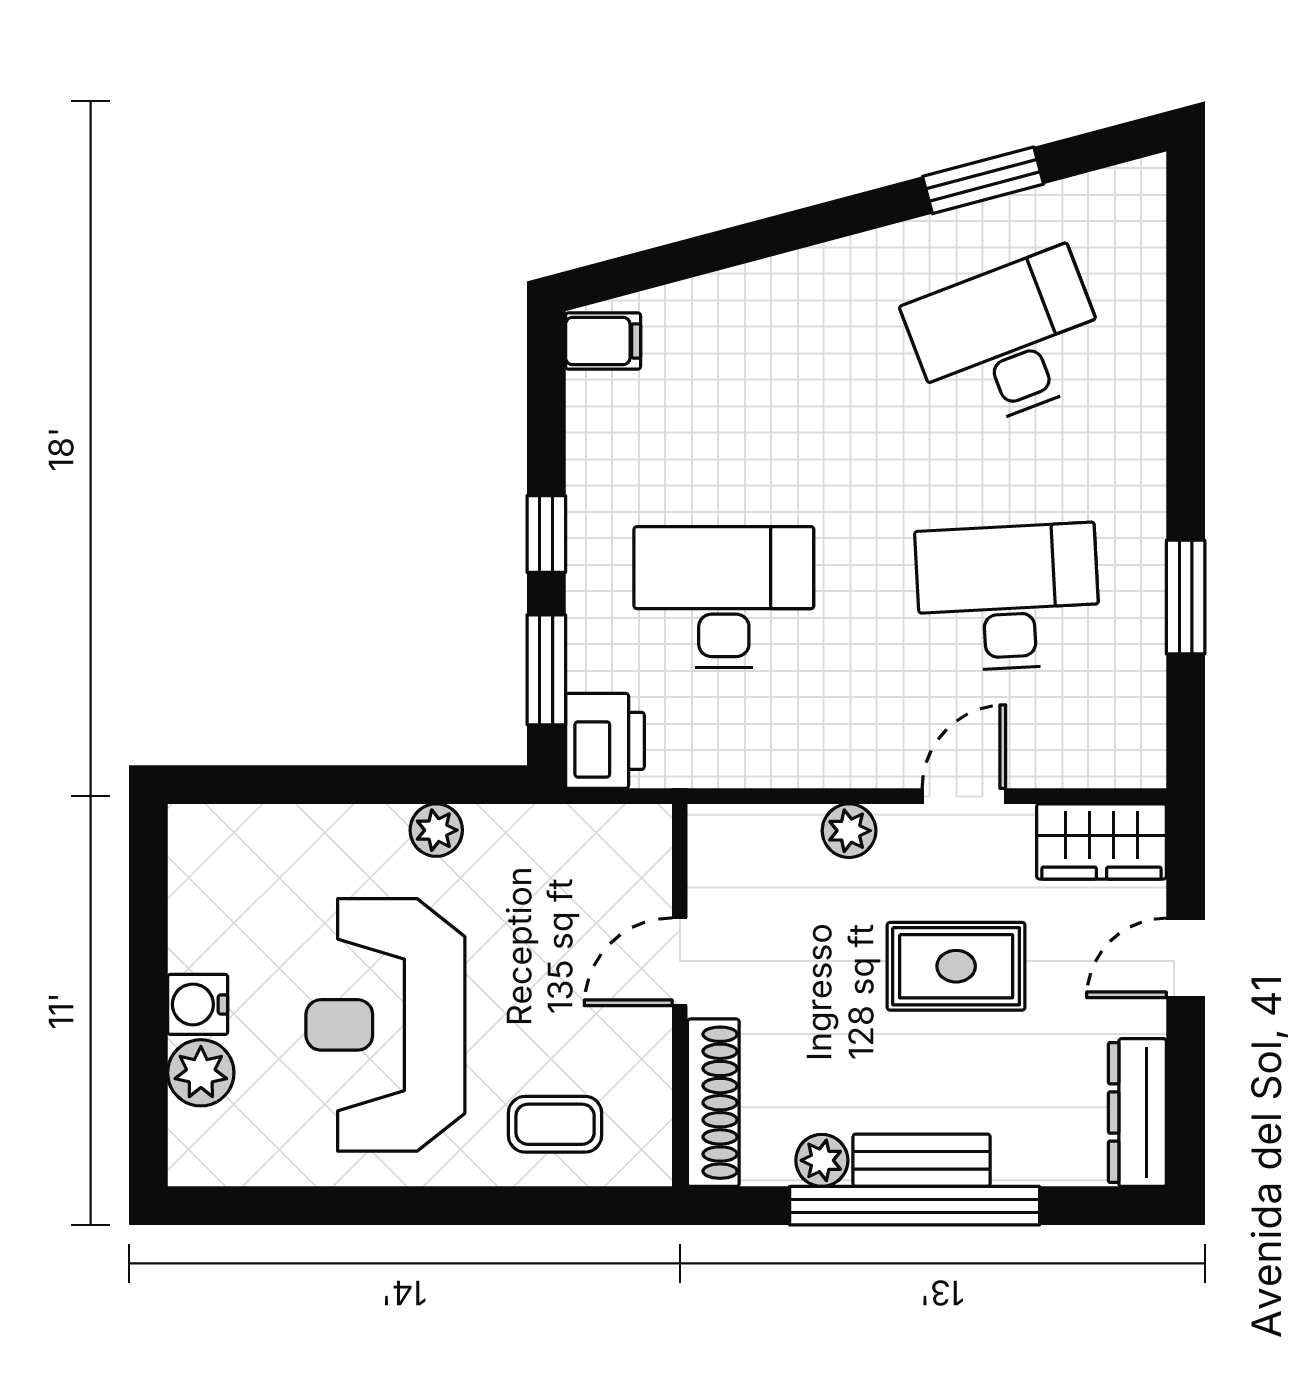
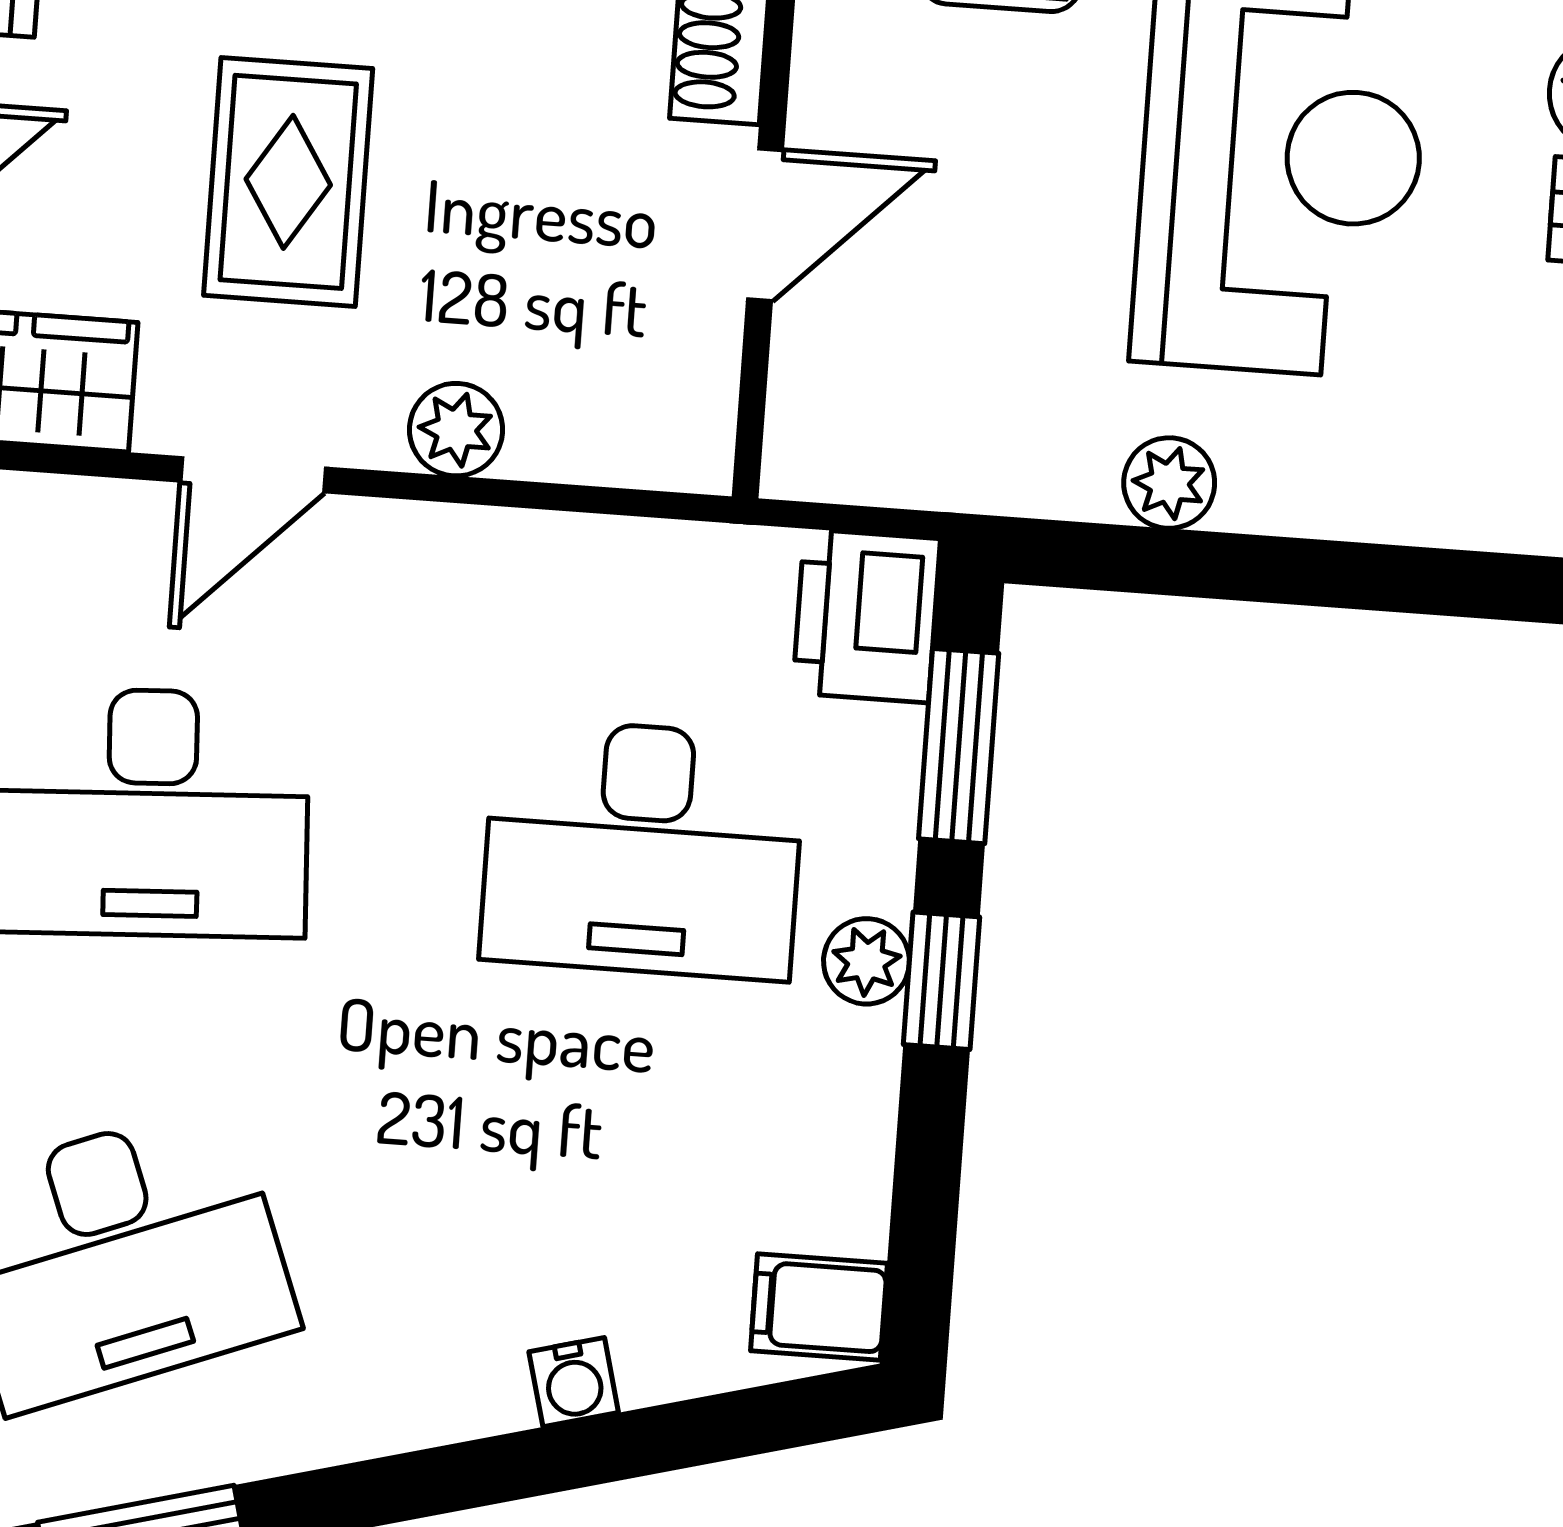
water cooler: (741, 287) -> (574, 1382), added
plant: (590, 542) -> (866, 961), added
rug: (956, 966) -> (288, 182), turned 90

